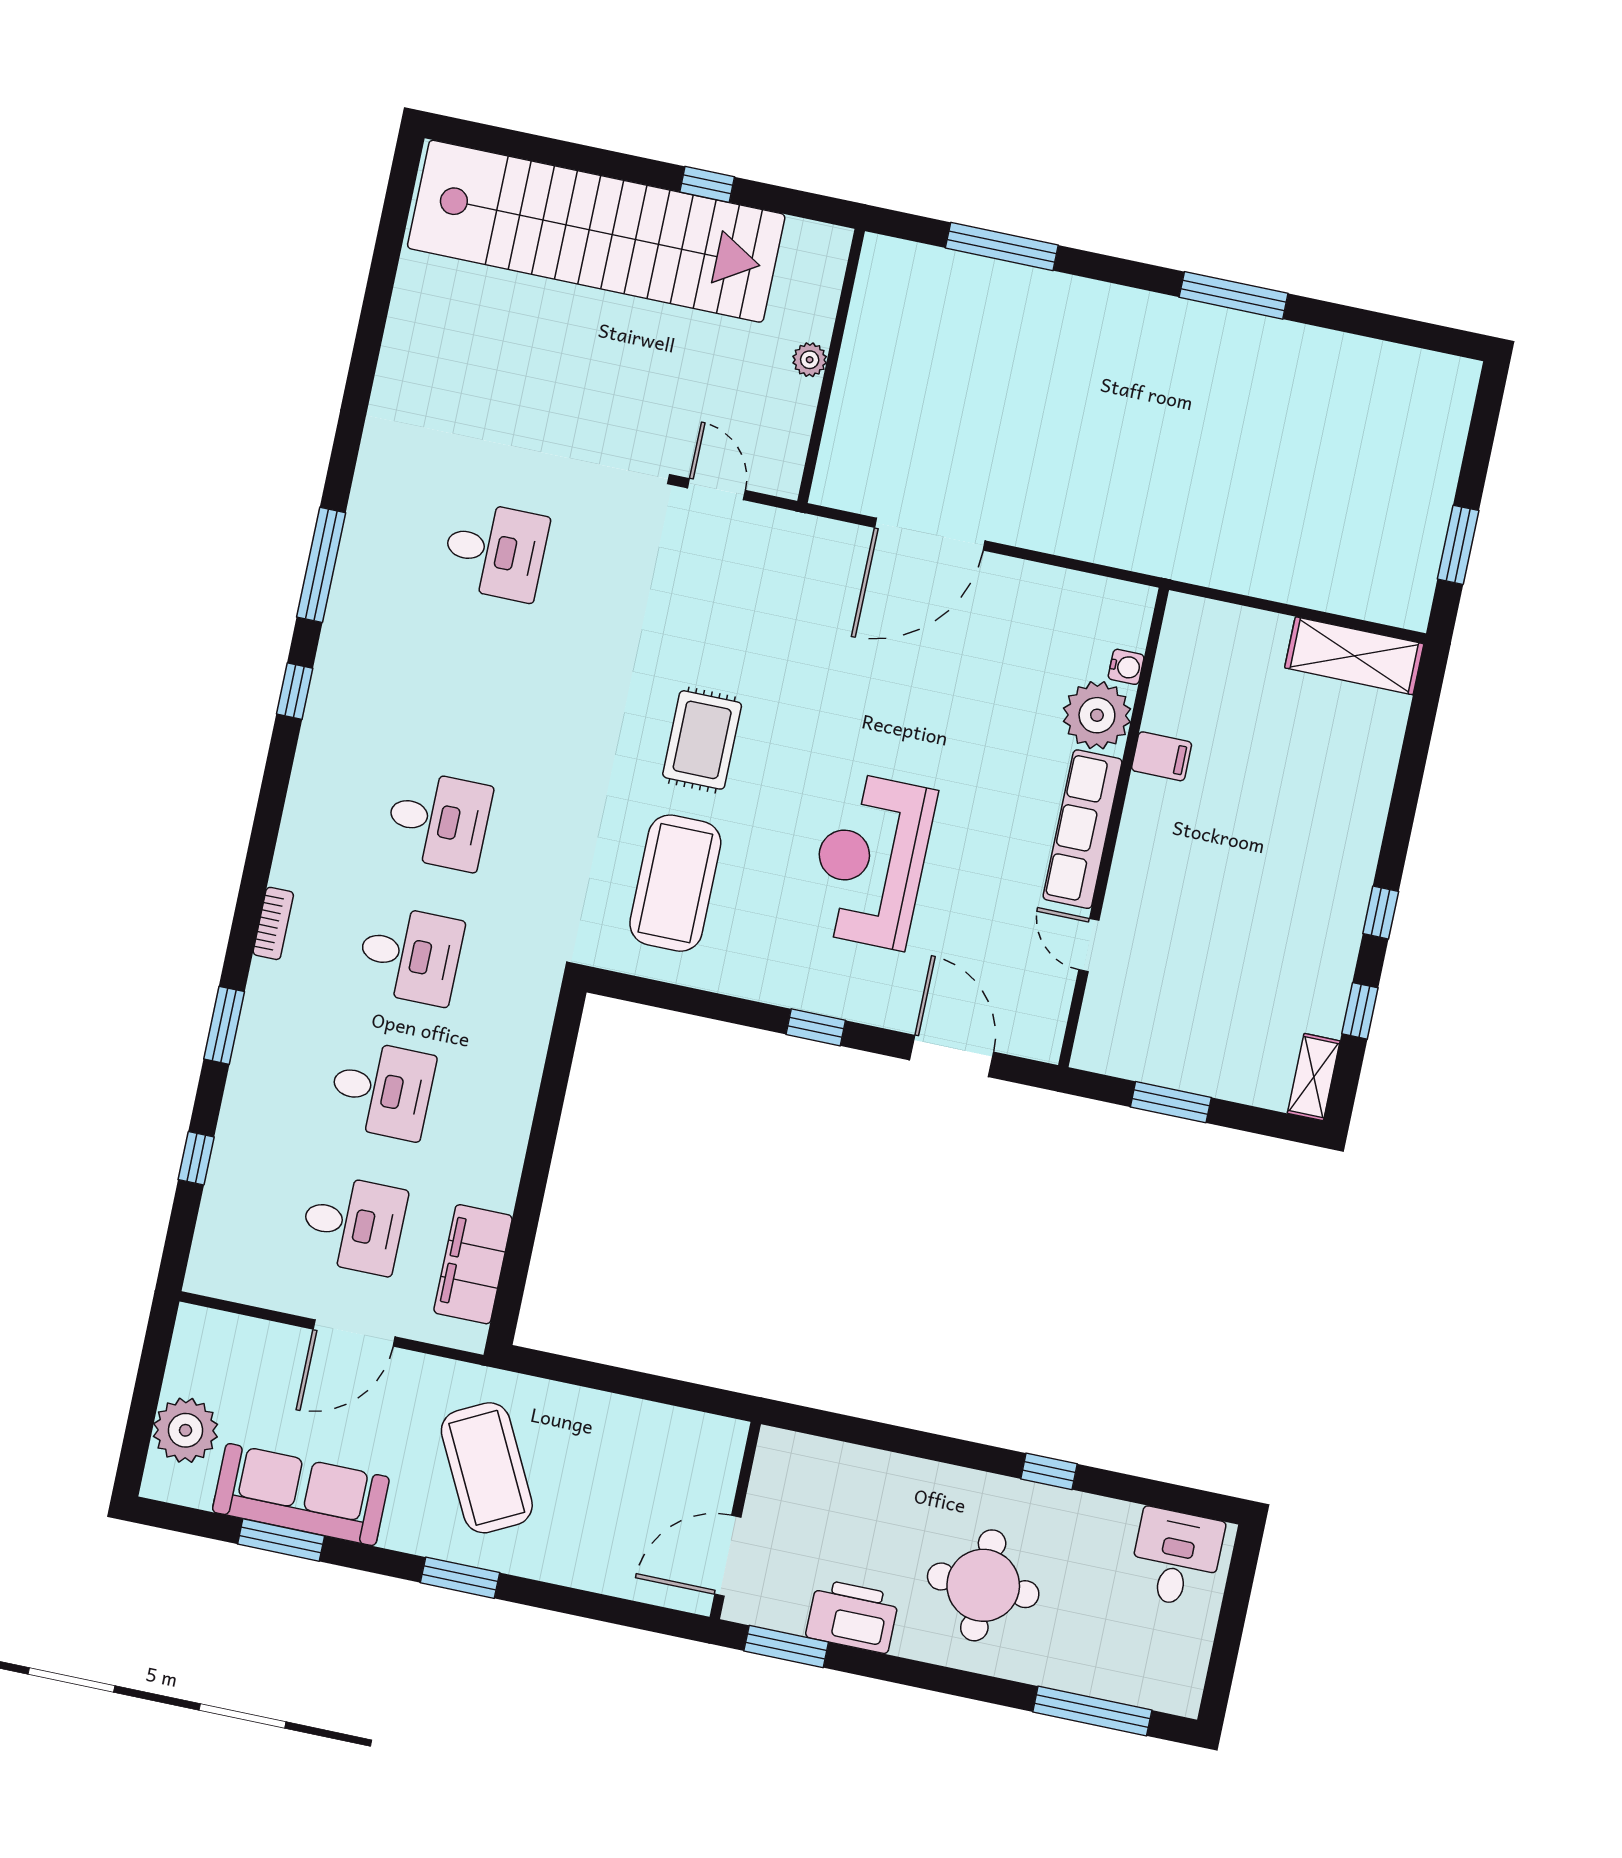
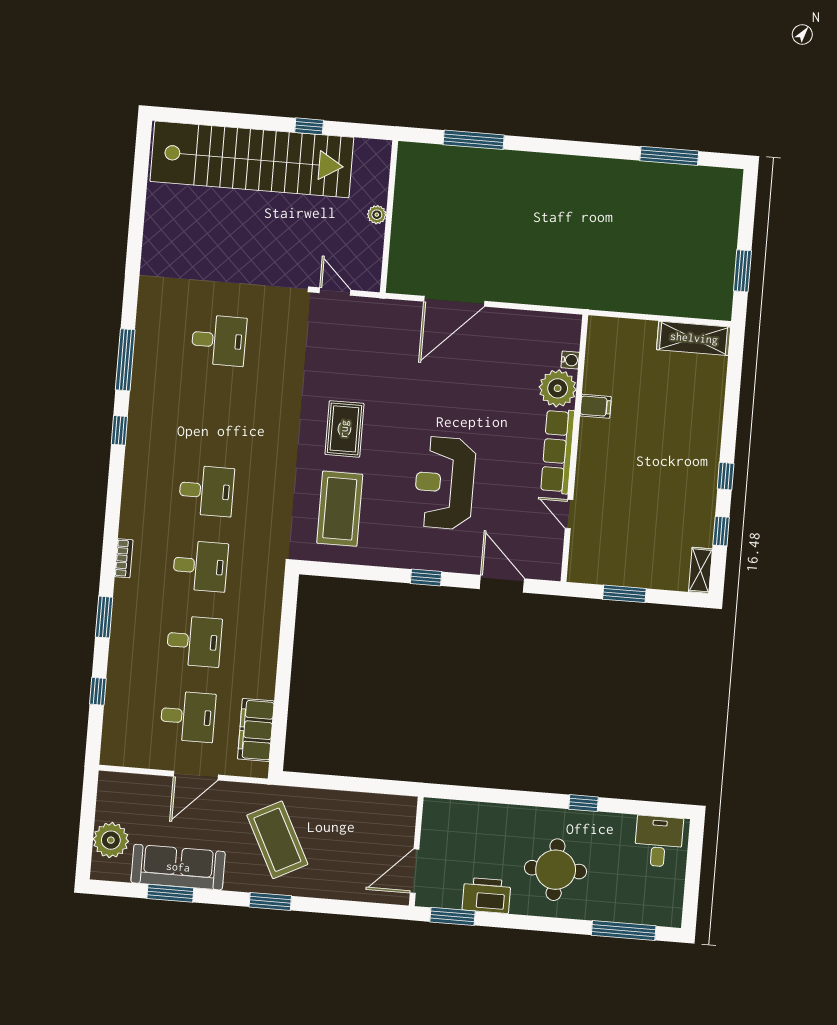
window: (1234, 295) -> (669, 156), moved

